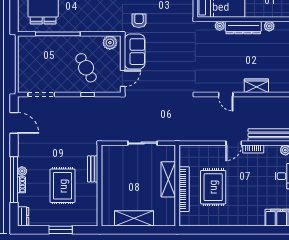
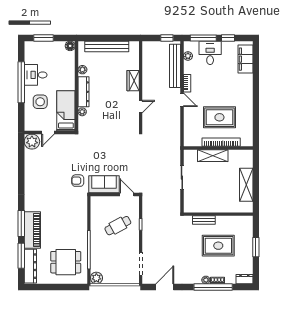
plant: (110, 43) -> (96, 278), moved

